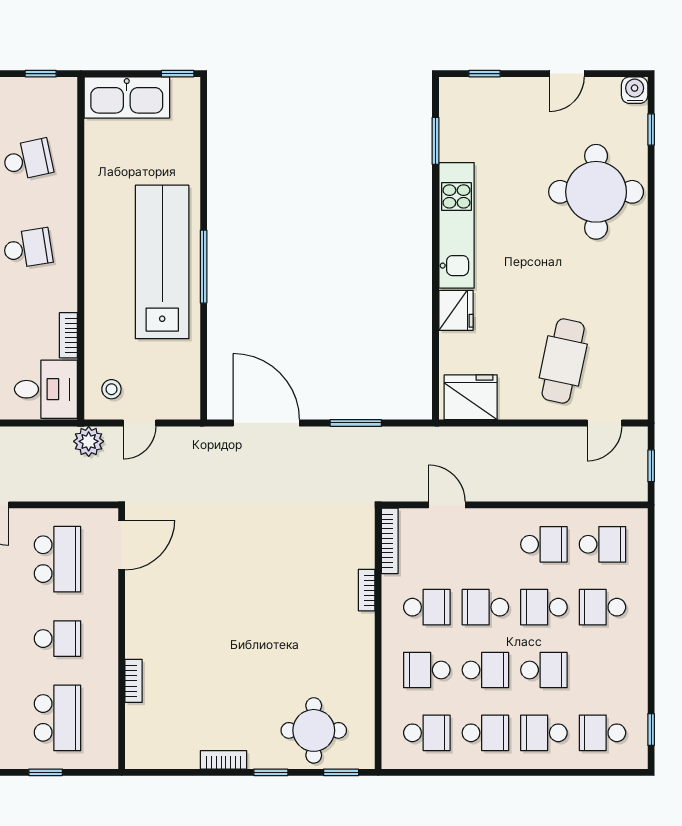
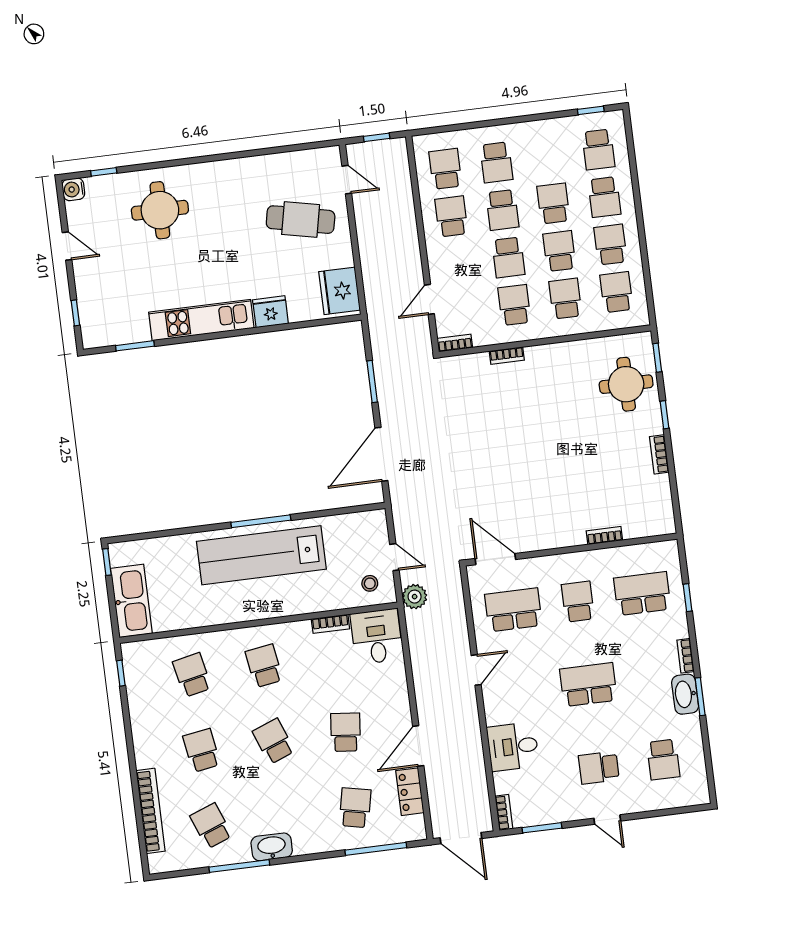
round table: (596, 192) -> (160, 210), width x0.73, depth x0.73
bookcase: (390, 541) -> (455, 343), width x0.64
school desk: (427, 670) -> (565, 299), turned 180

